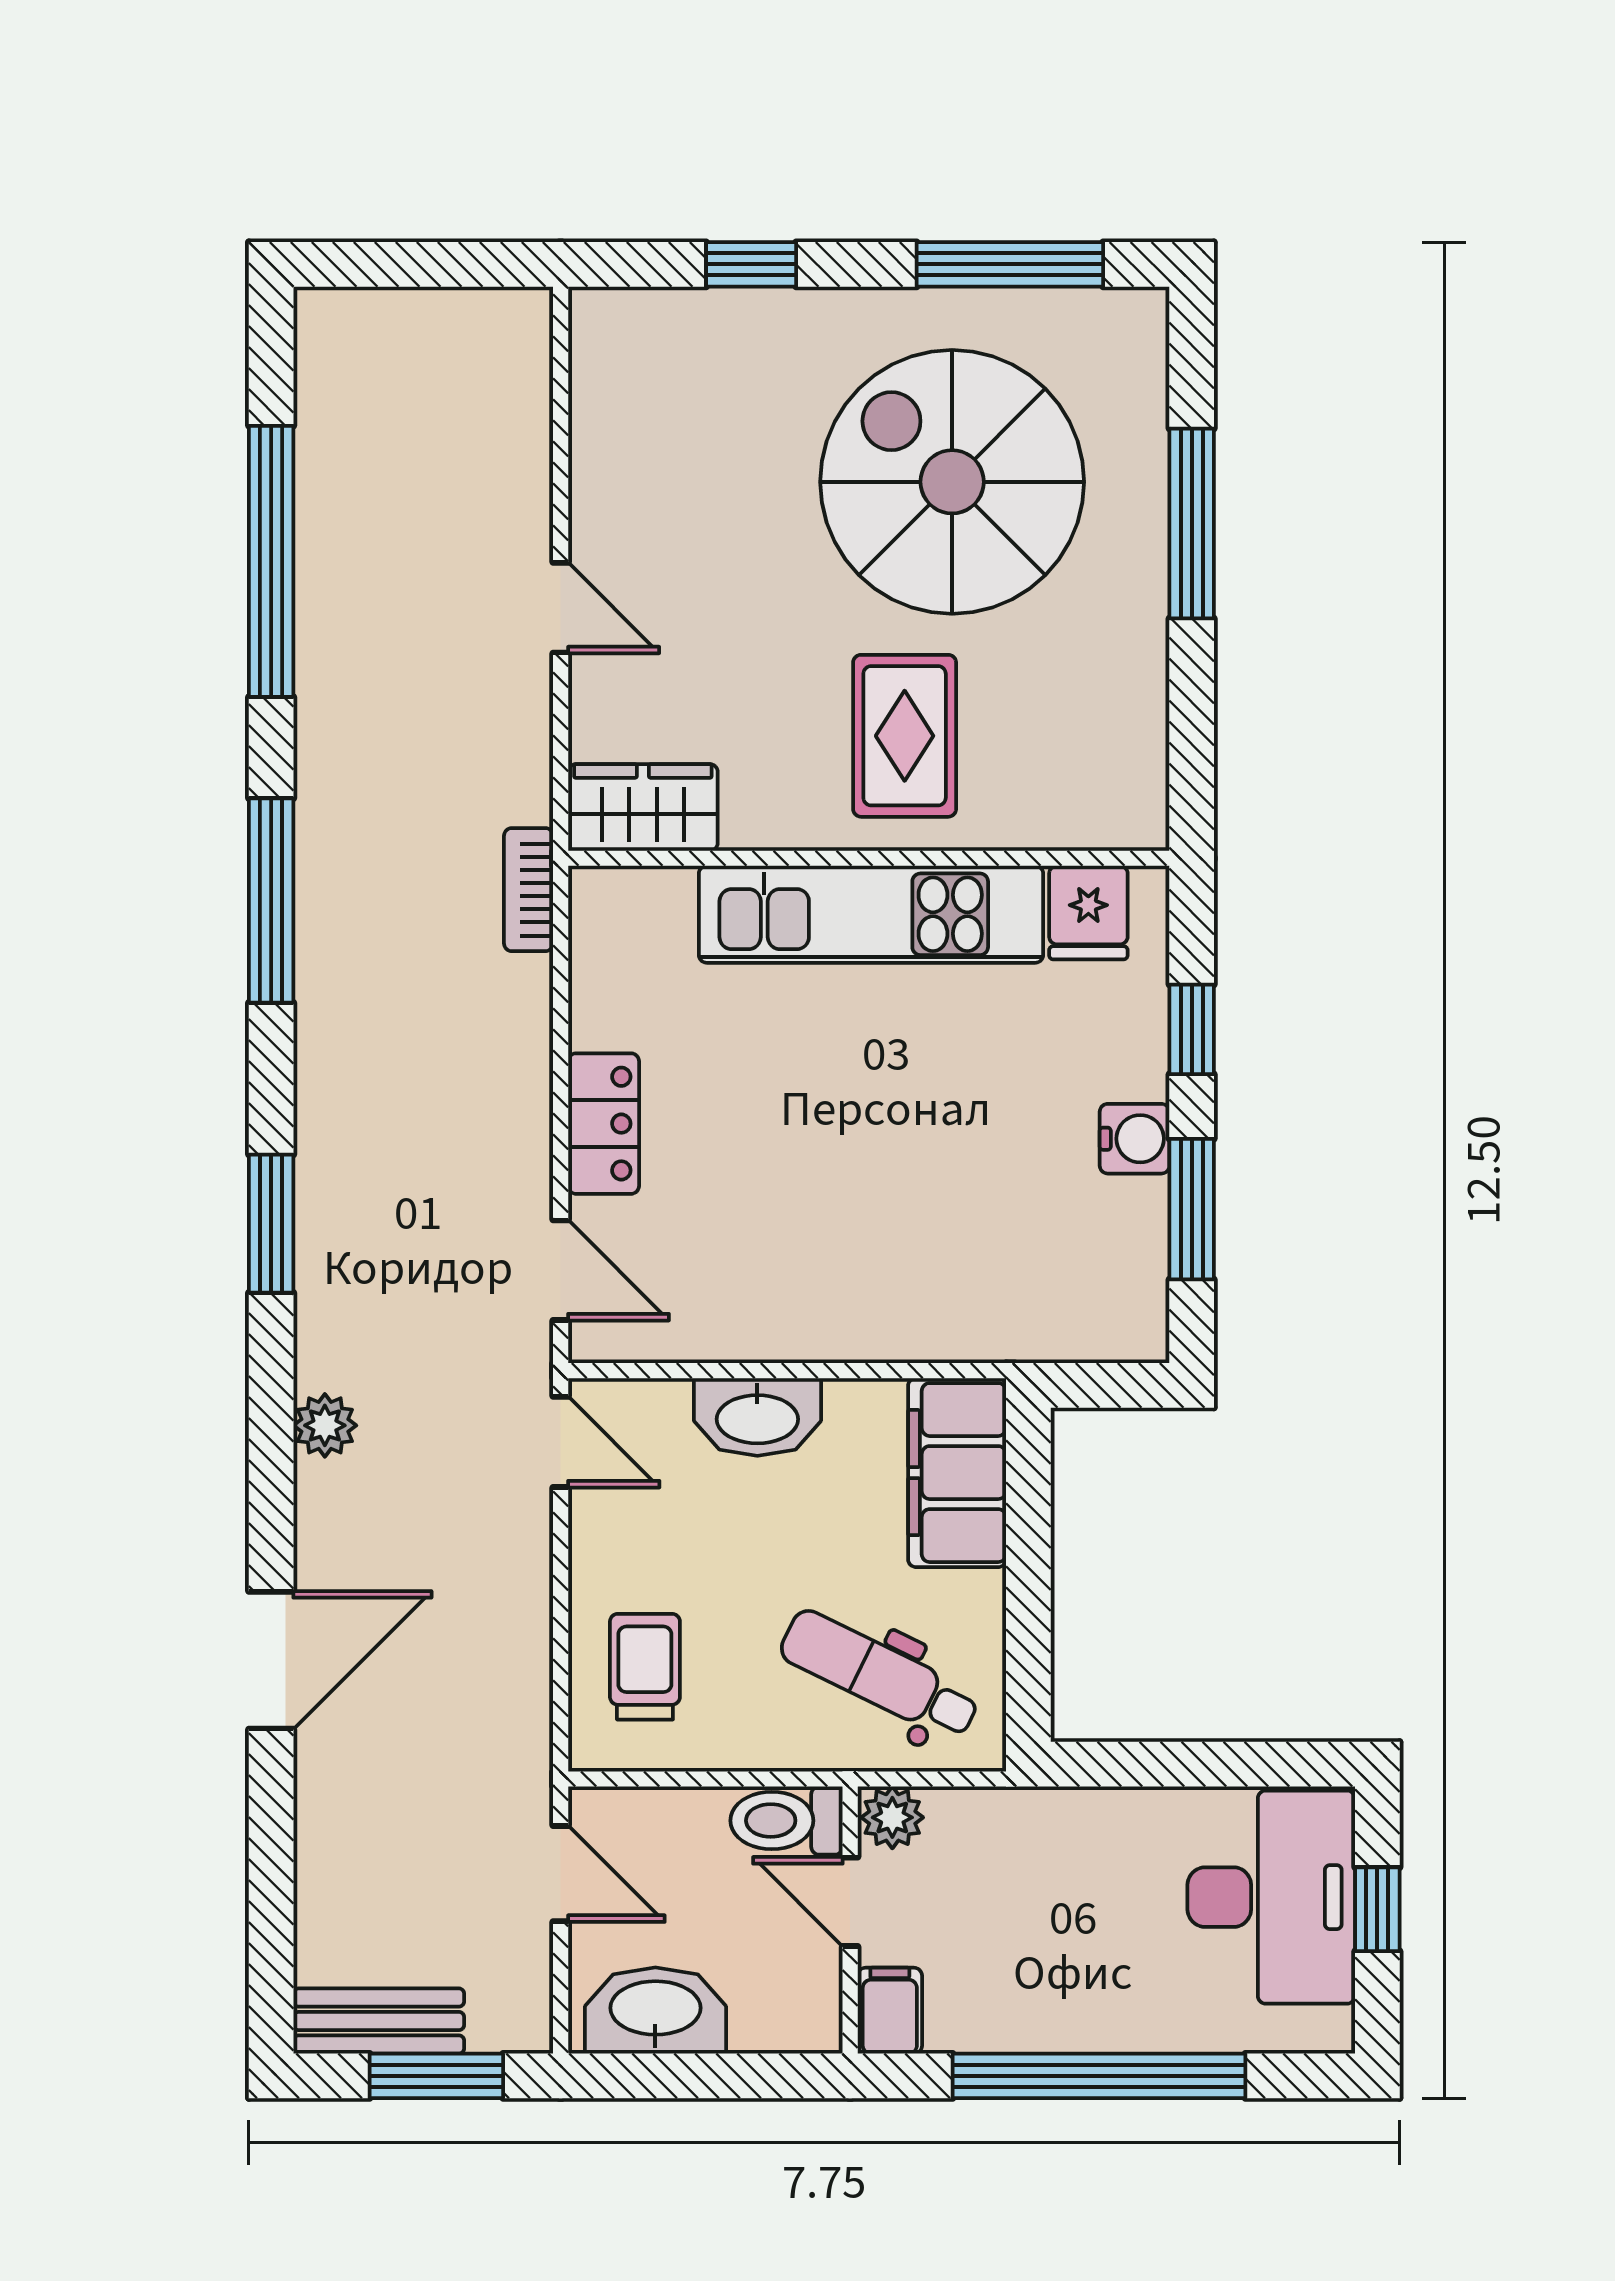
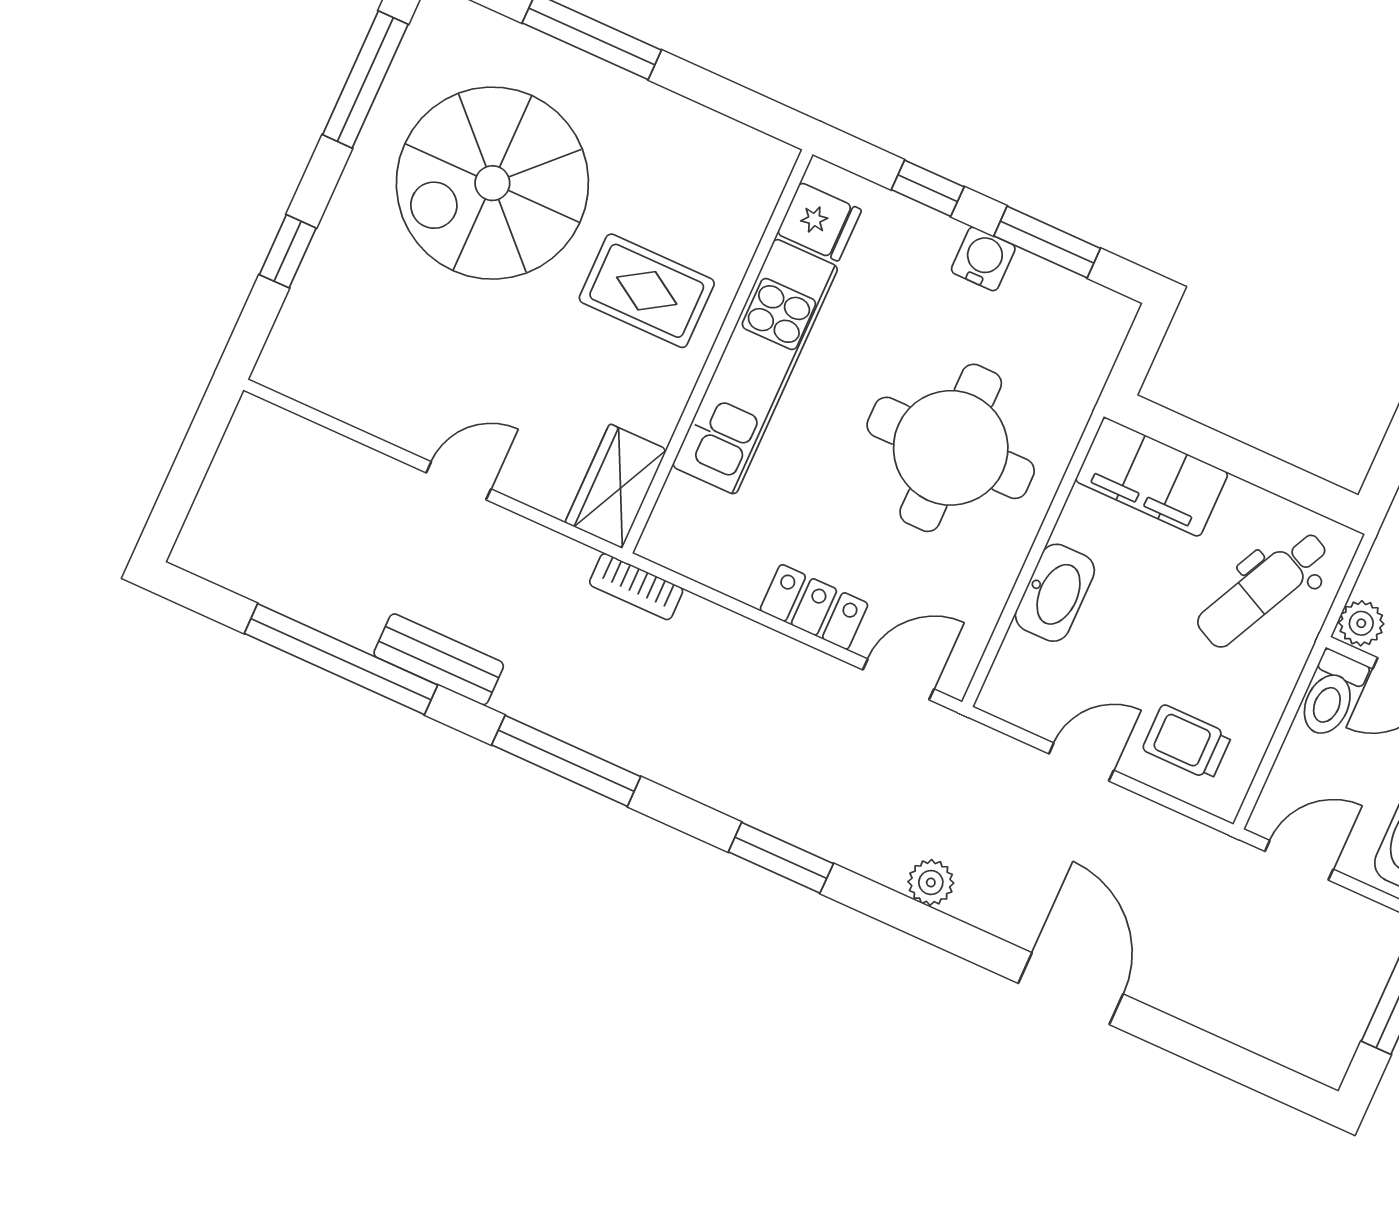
round table: (880, 1205) -> (951, 448), added
door: (561, 1442) -> (1081, 762), moved
bench: (379, 2021) -> (439, 659), moved, turned 90

